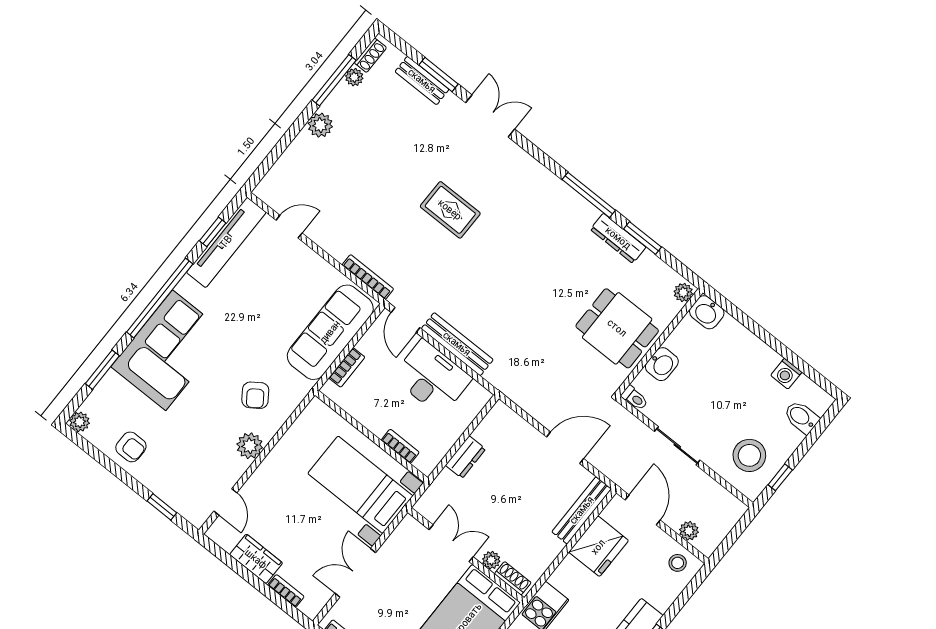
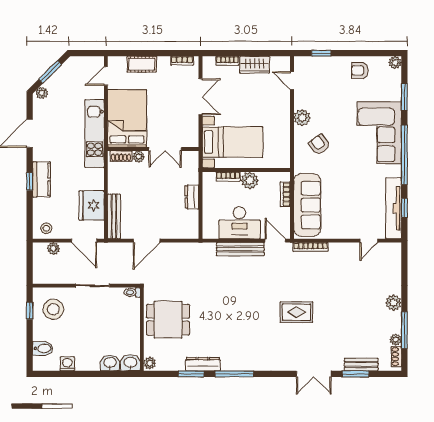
washbasin: (662, 364) -> (110, 363), moved, turned 90
plant: (377, 420) -> (250, 180), added

